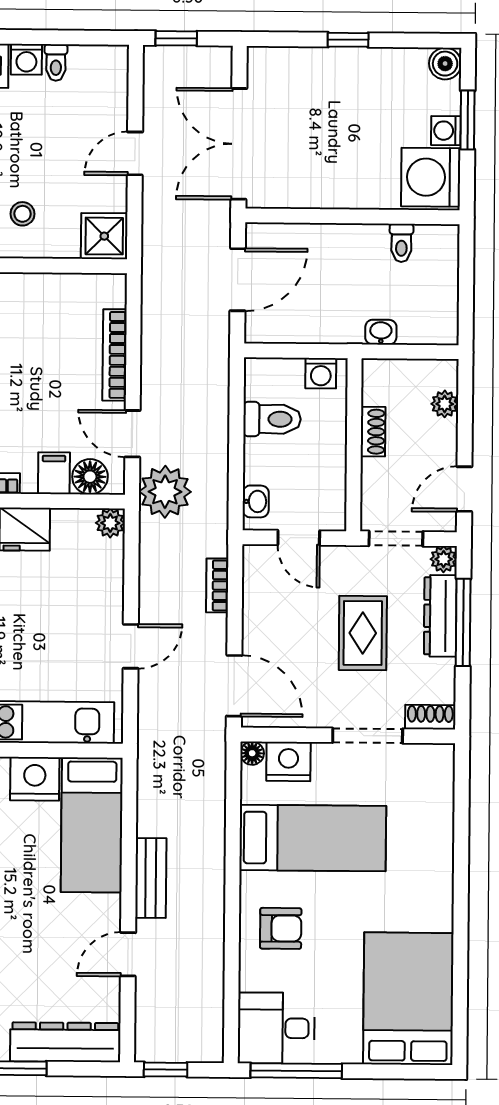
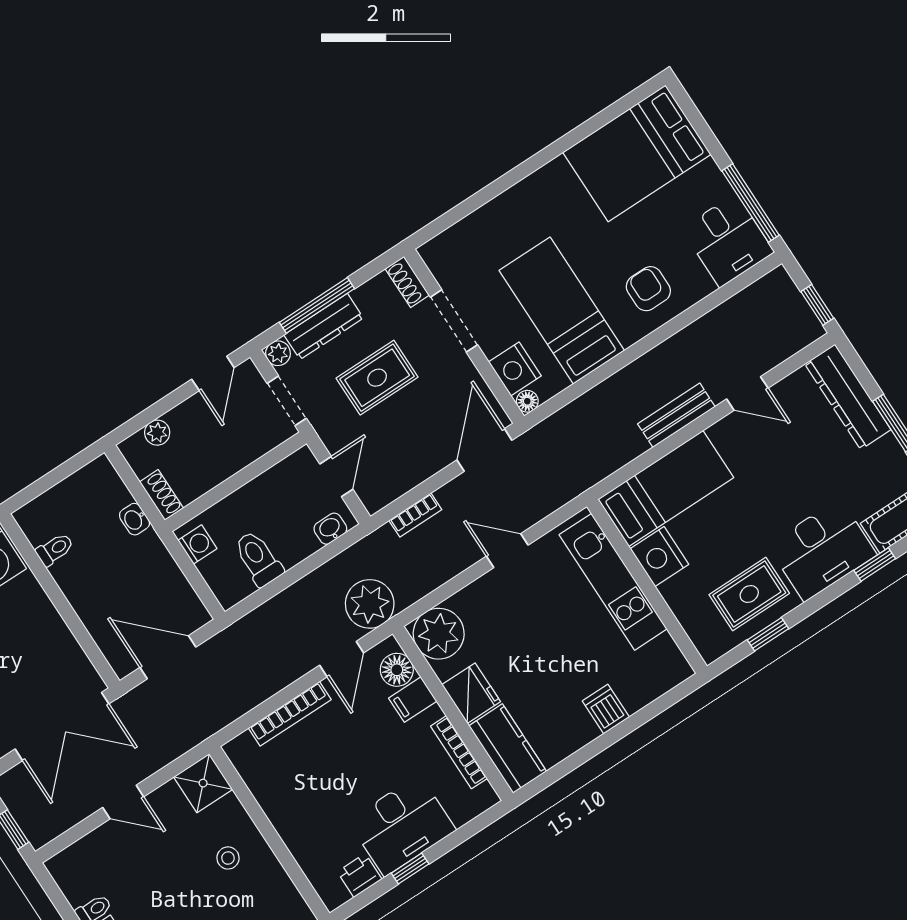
shoe rack: (373, 432) -> (161, 495), moved, turned 90
door: (464, 489) -> (213, 373), hinge flipped
plant: (110, 523) -> (439, 634), width x1.87, depth x1.87

